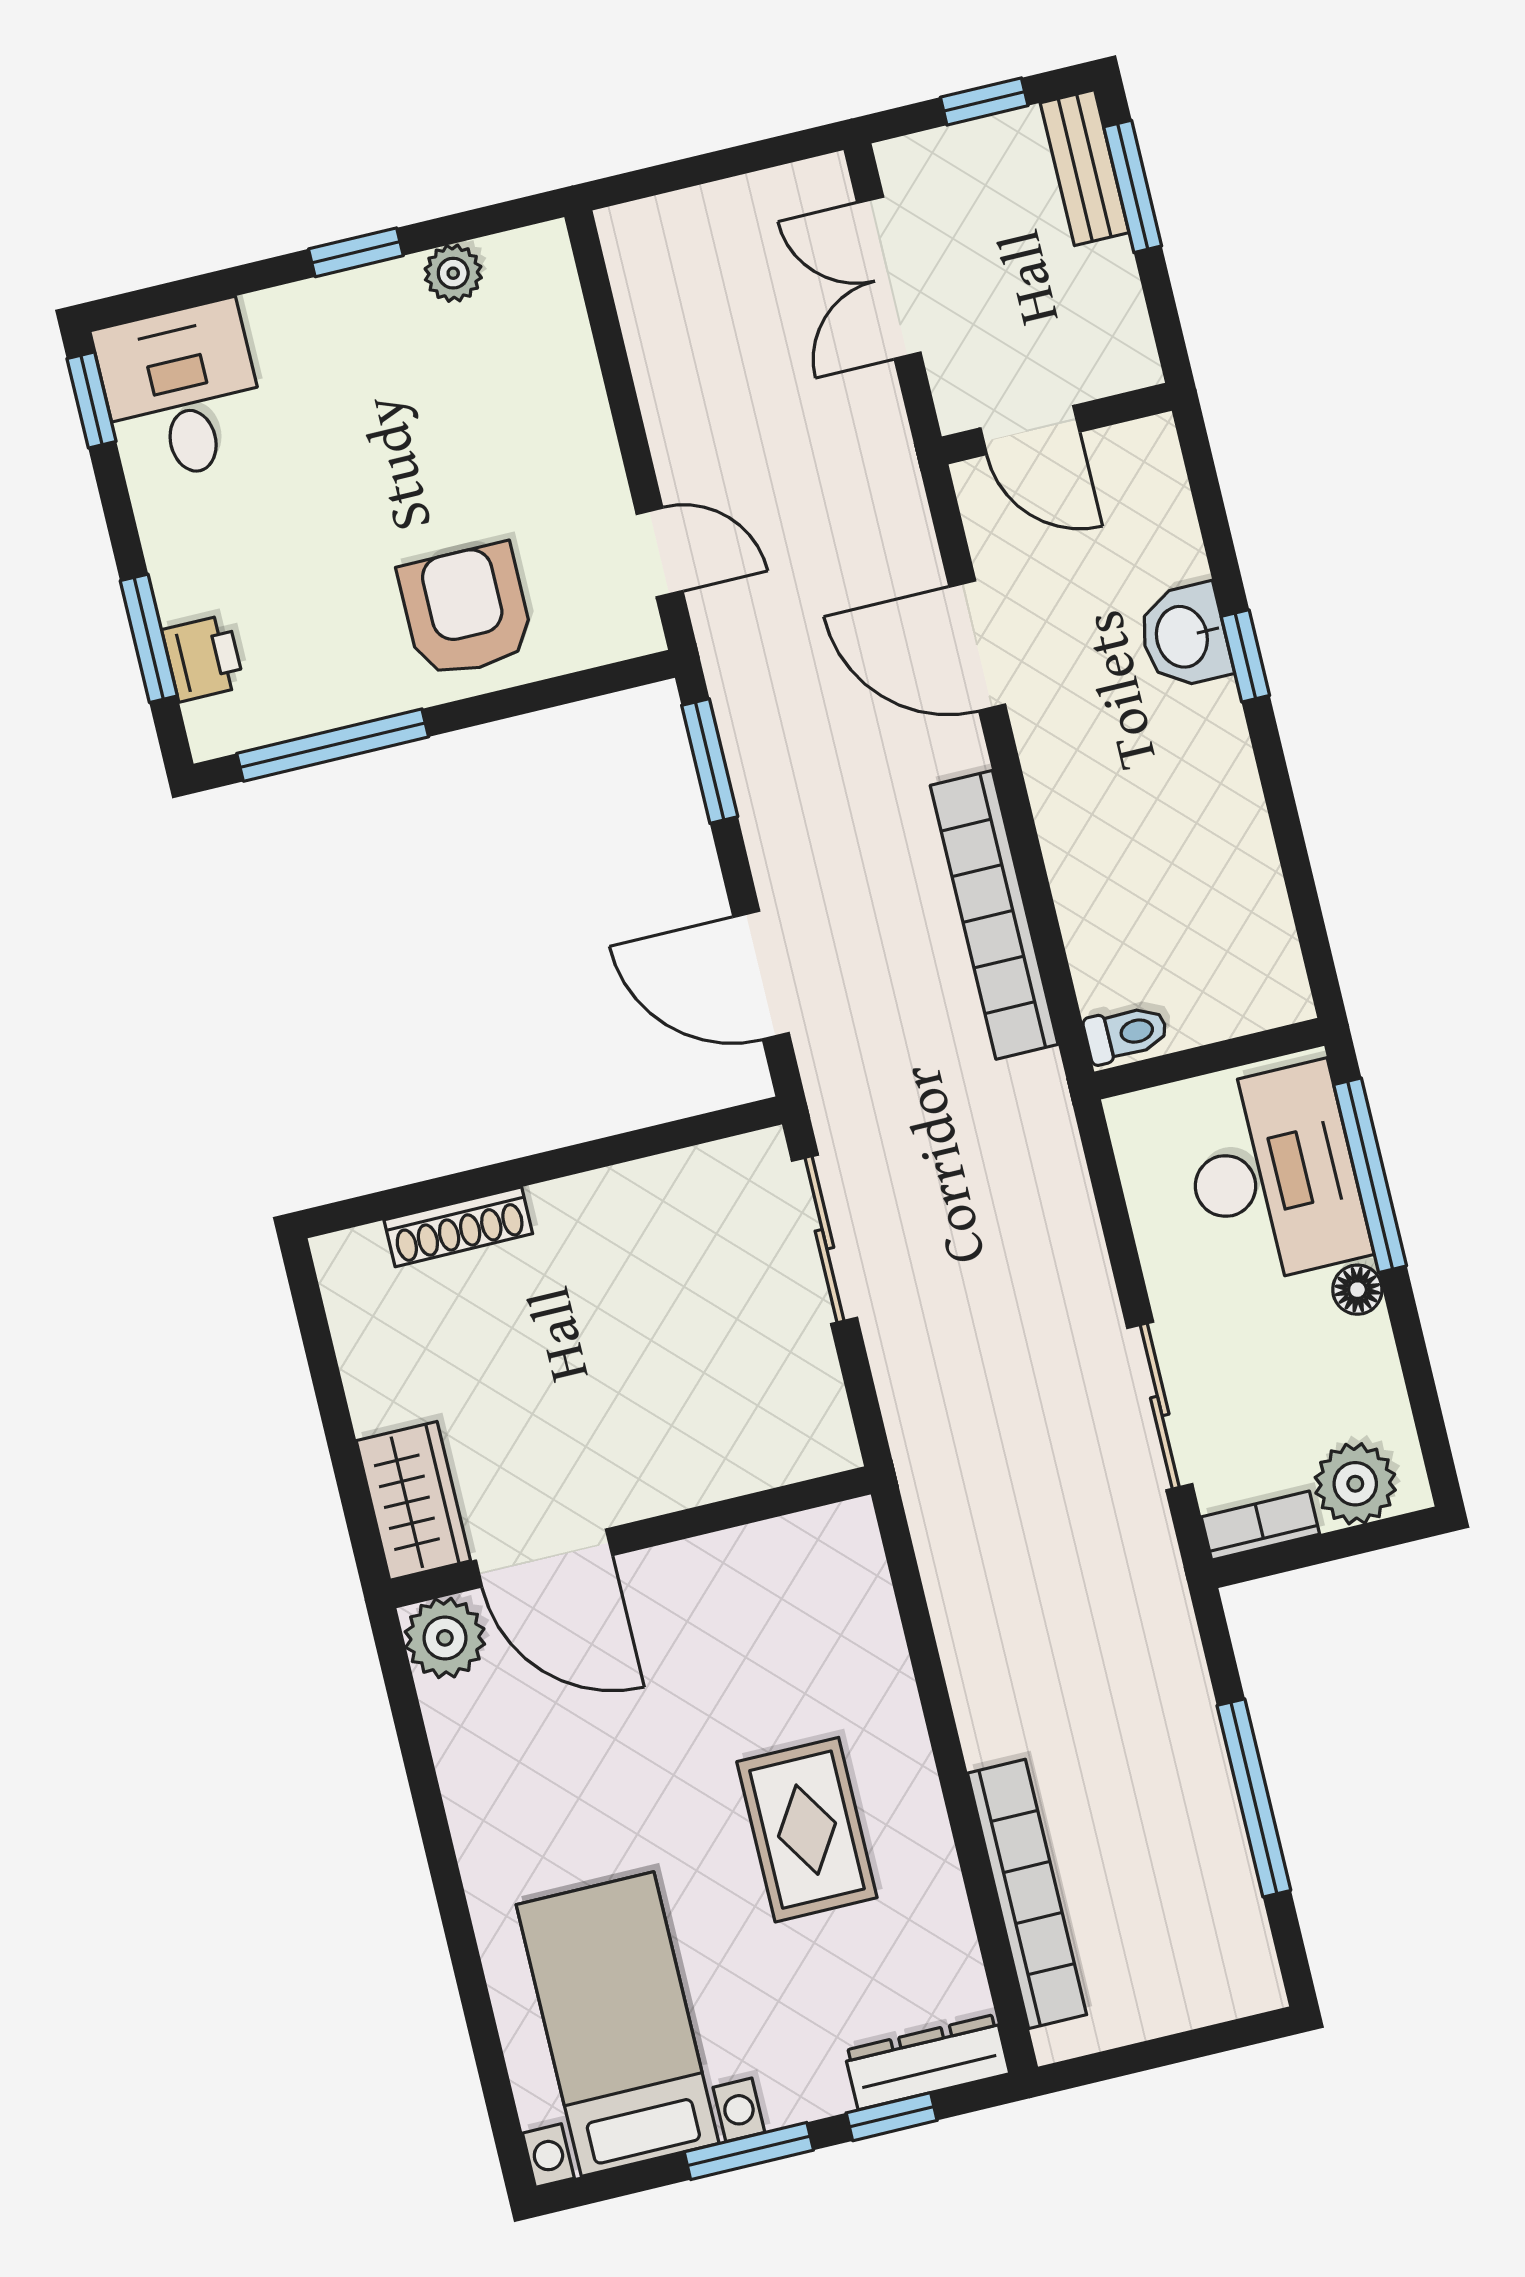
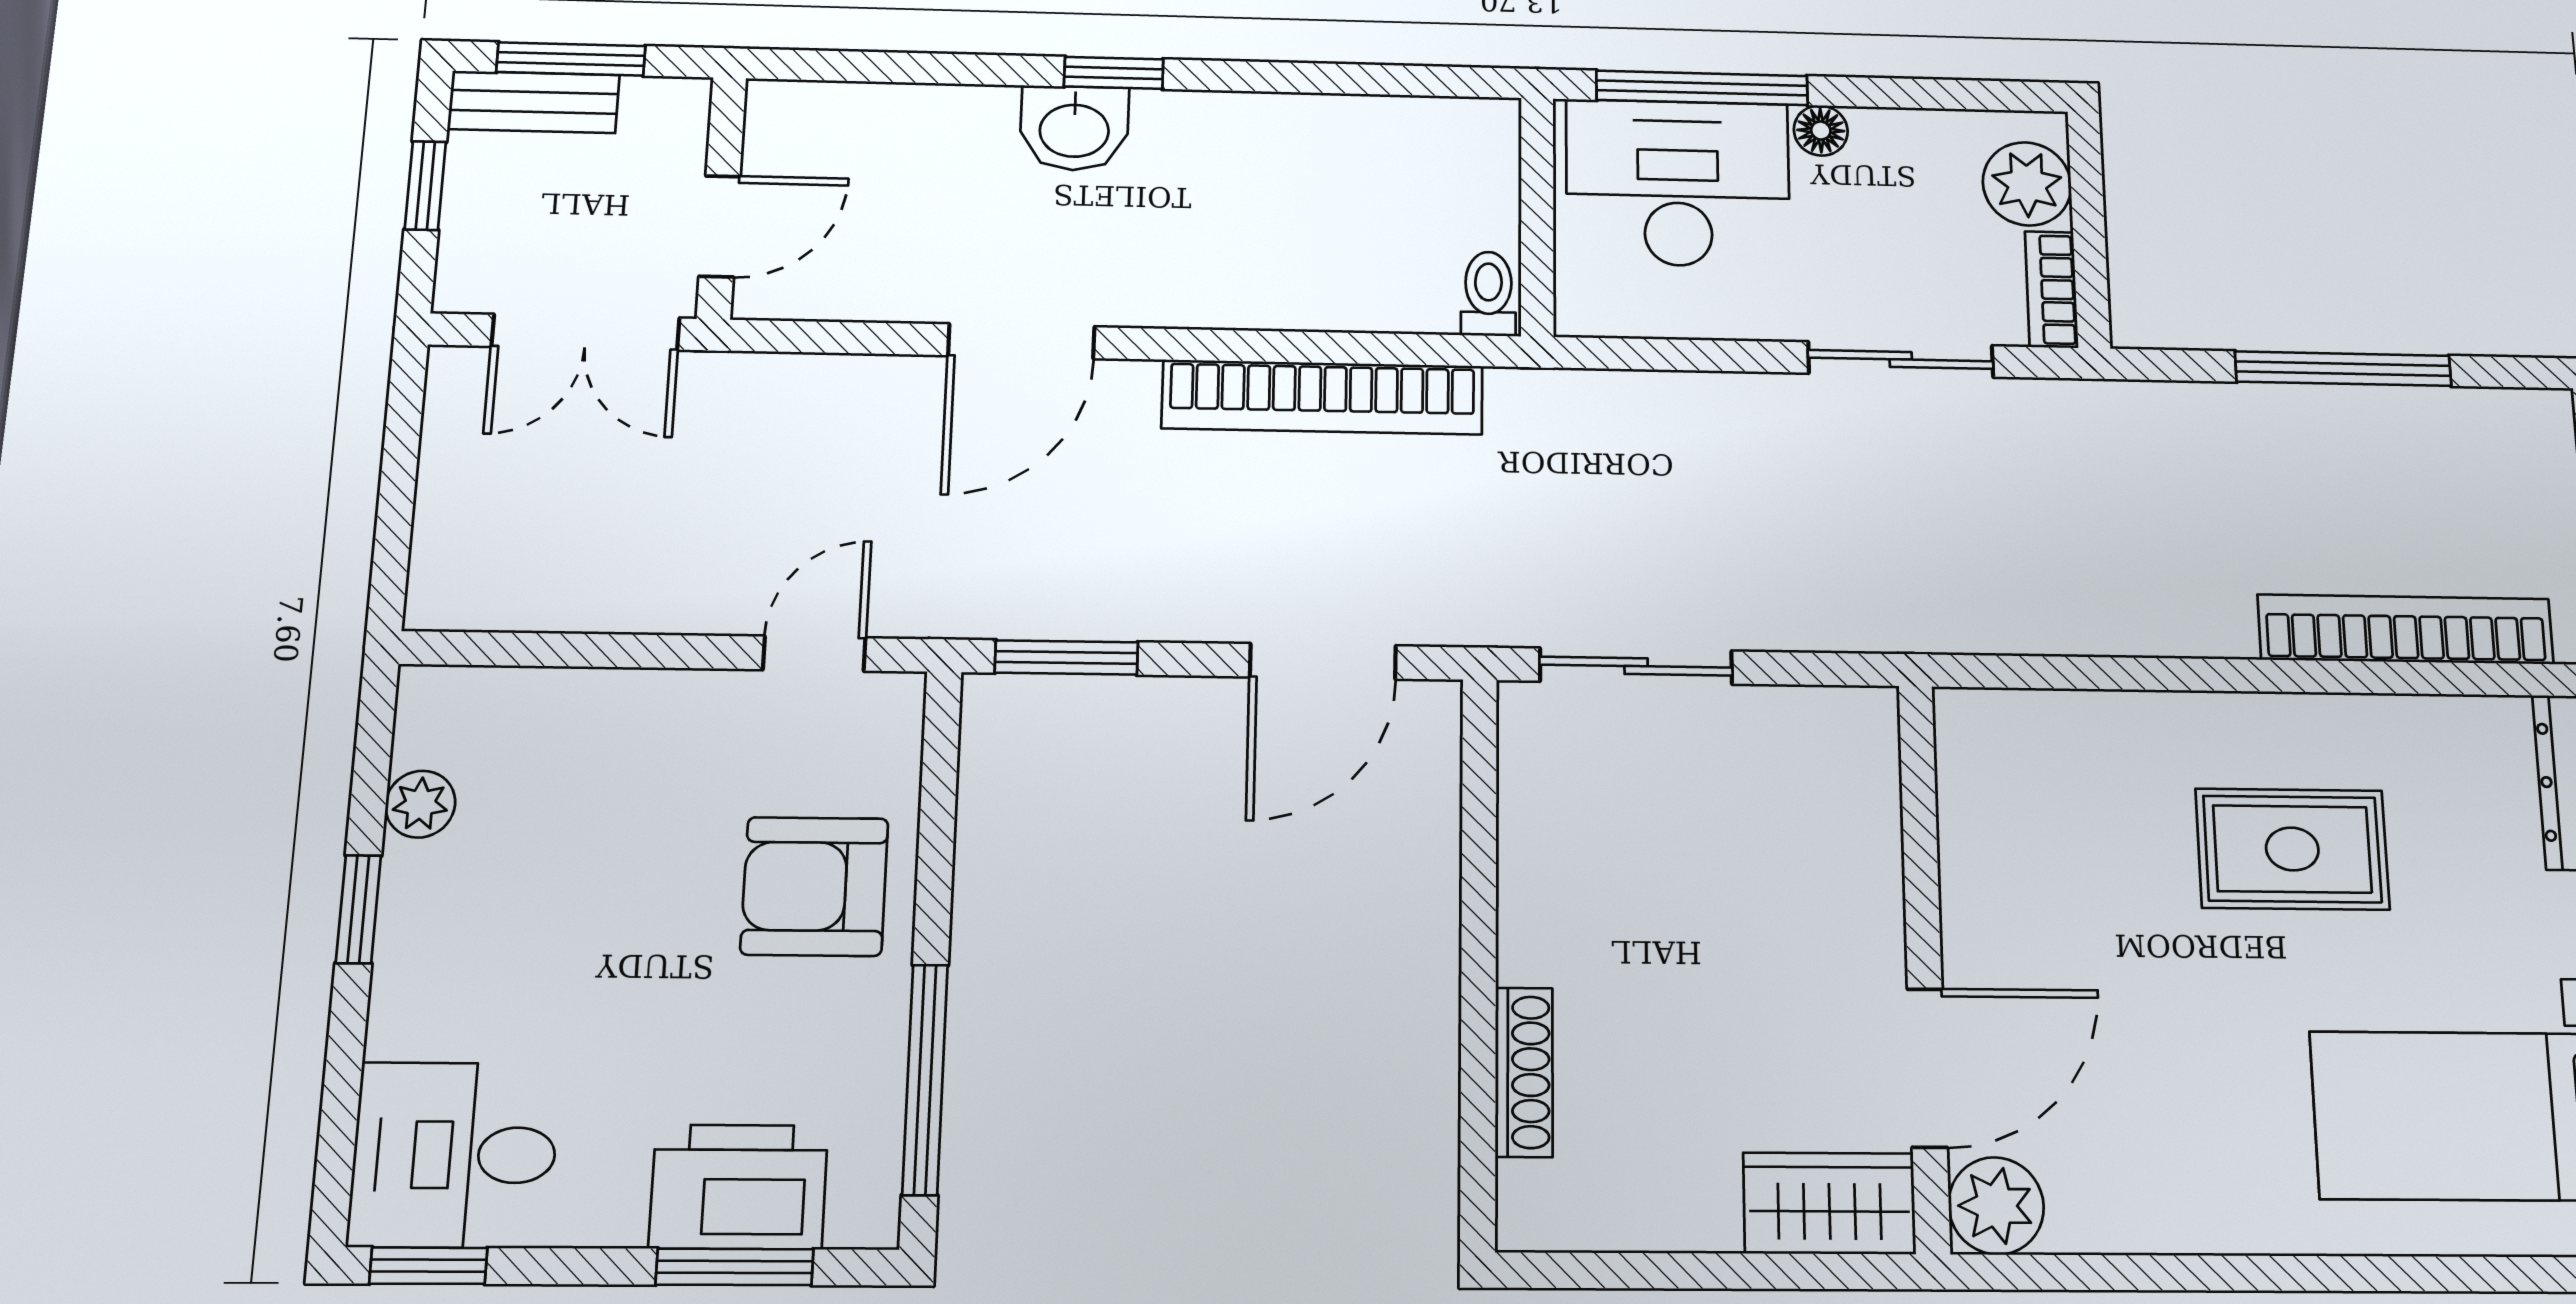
wall: (1057, 424) -> (722, 197), moved
door: (1030, 430) -> (720, 226), moved
printer: (203, 658) -> (739, 1187), width x1.87, depth x1.48

